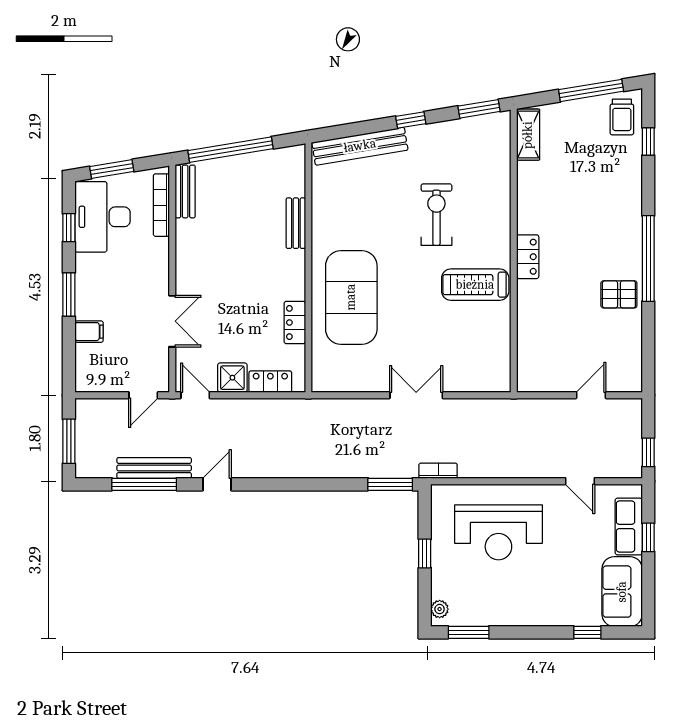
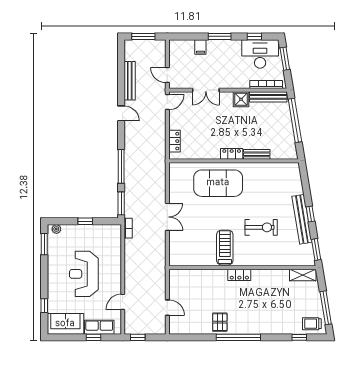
bench: (360, 146) -> (302, 219), moved
bench: (185, 191) -> (268, 97), width x1.36
locker: (295, 322) -> (232, 154), moved
shower: (232, 378) -> (241, 99), moved
window: (144, 484) -> (121, 166), moved
reception desk: (498, 532) -> (84, 274), moved

